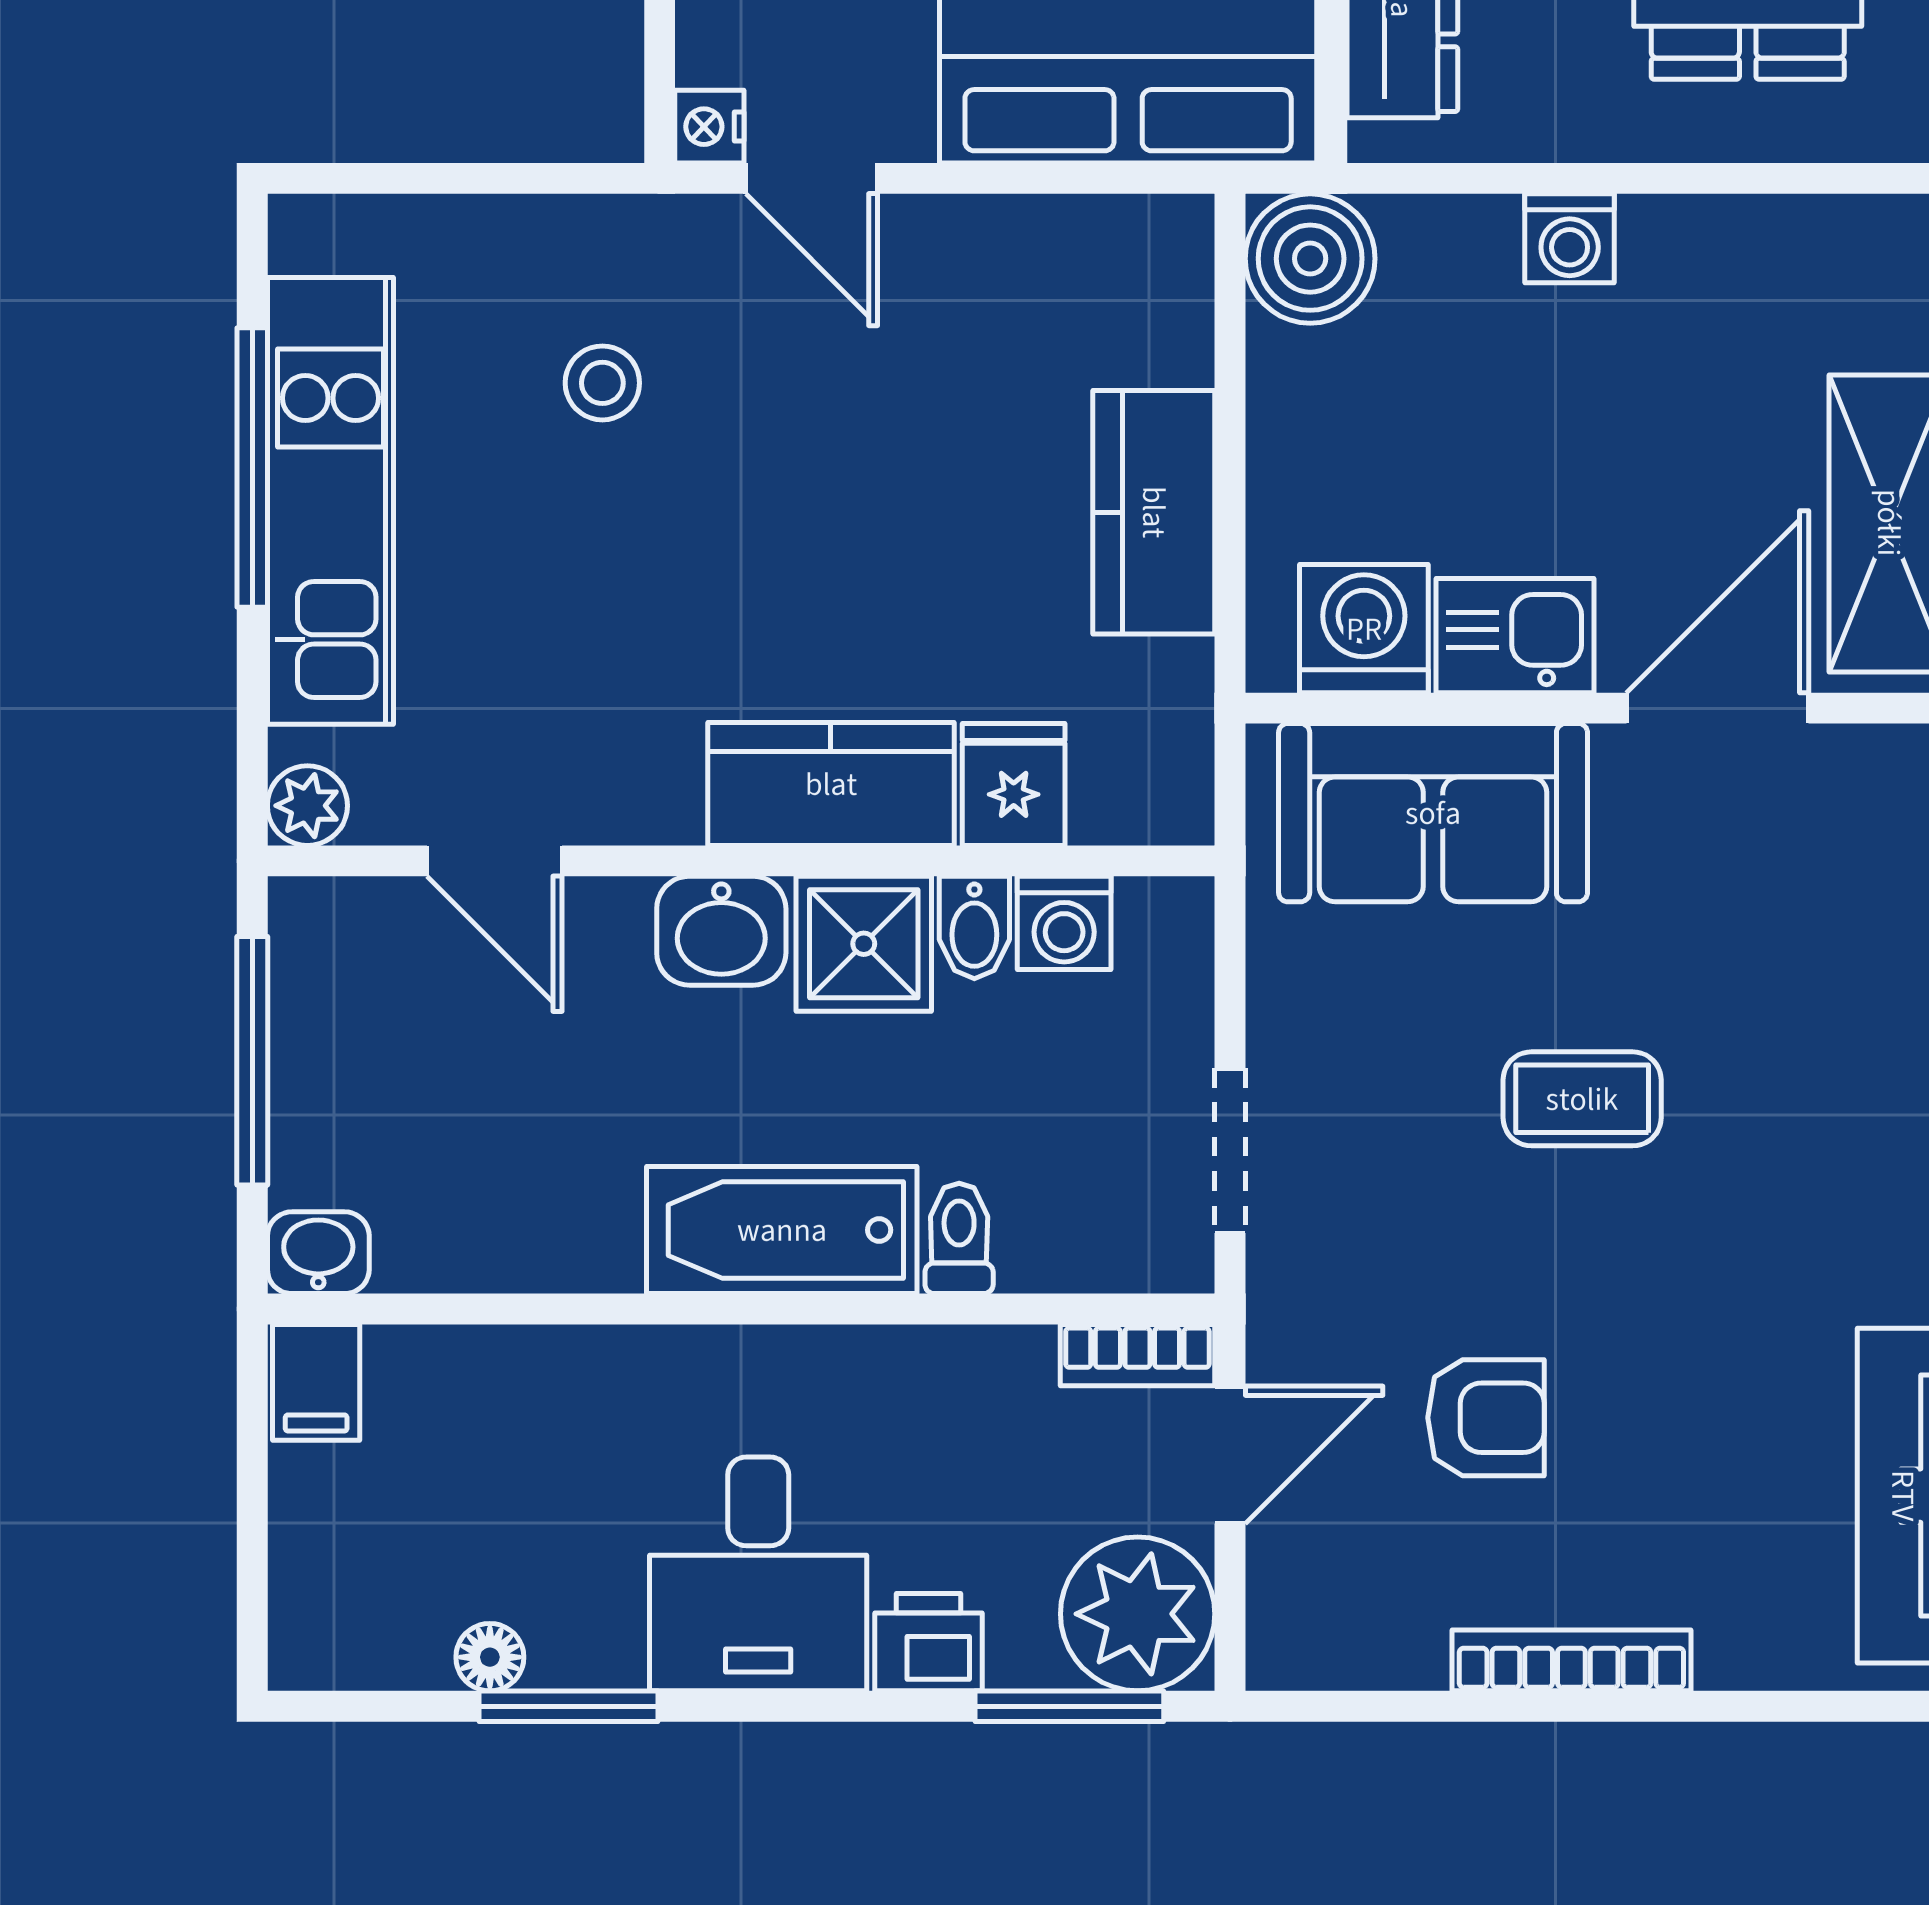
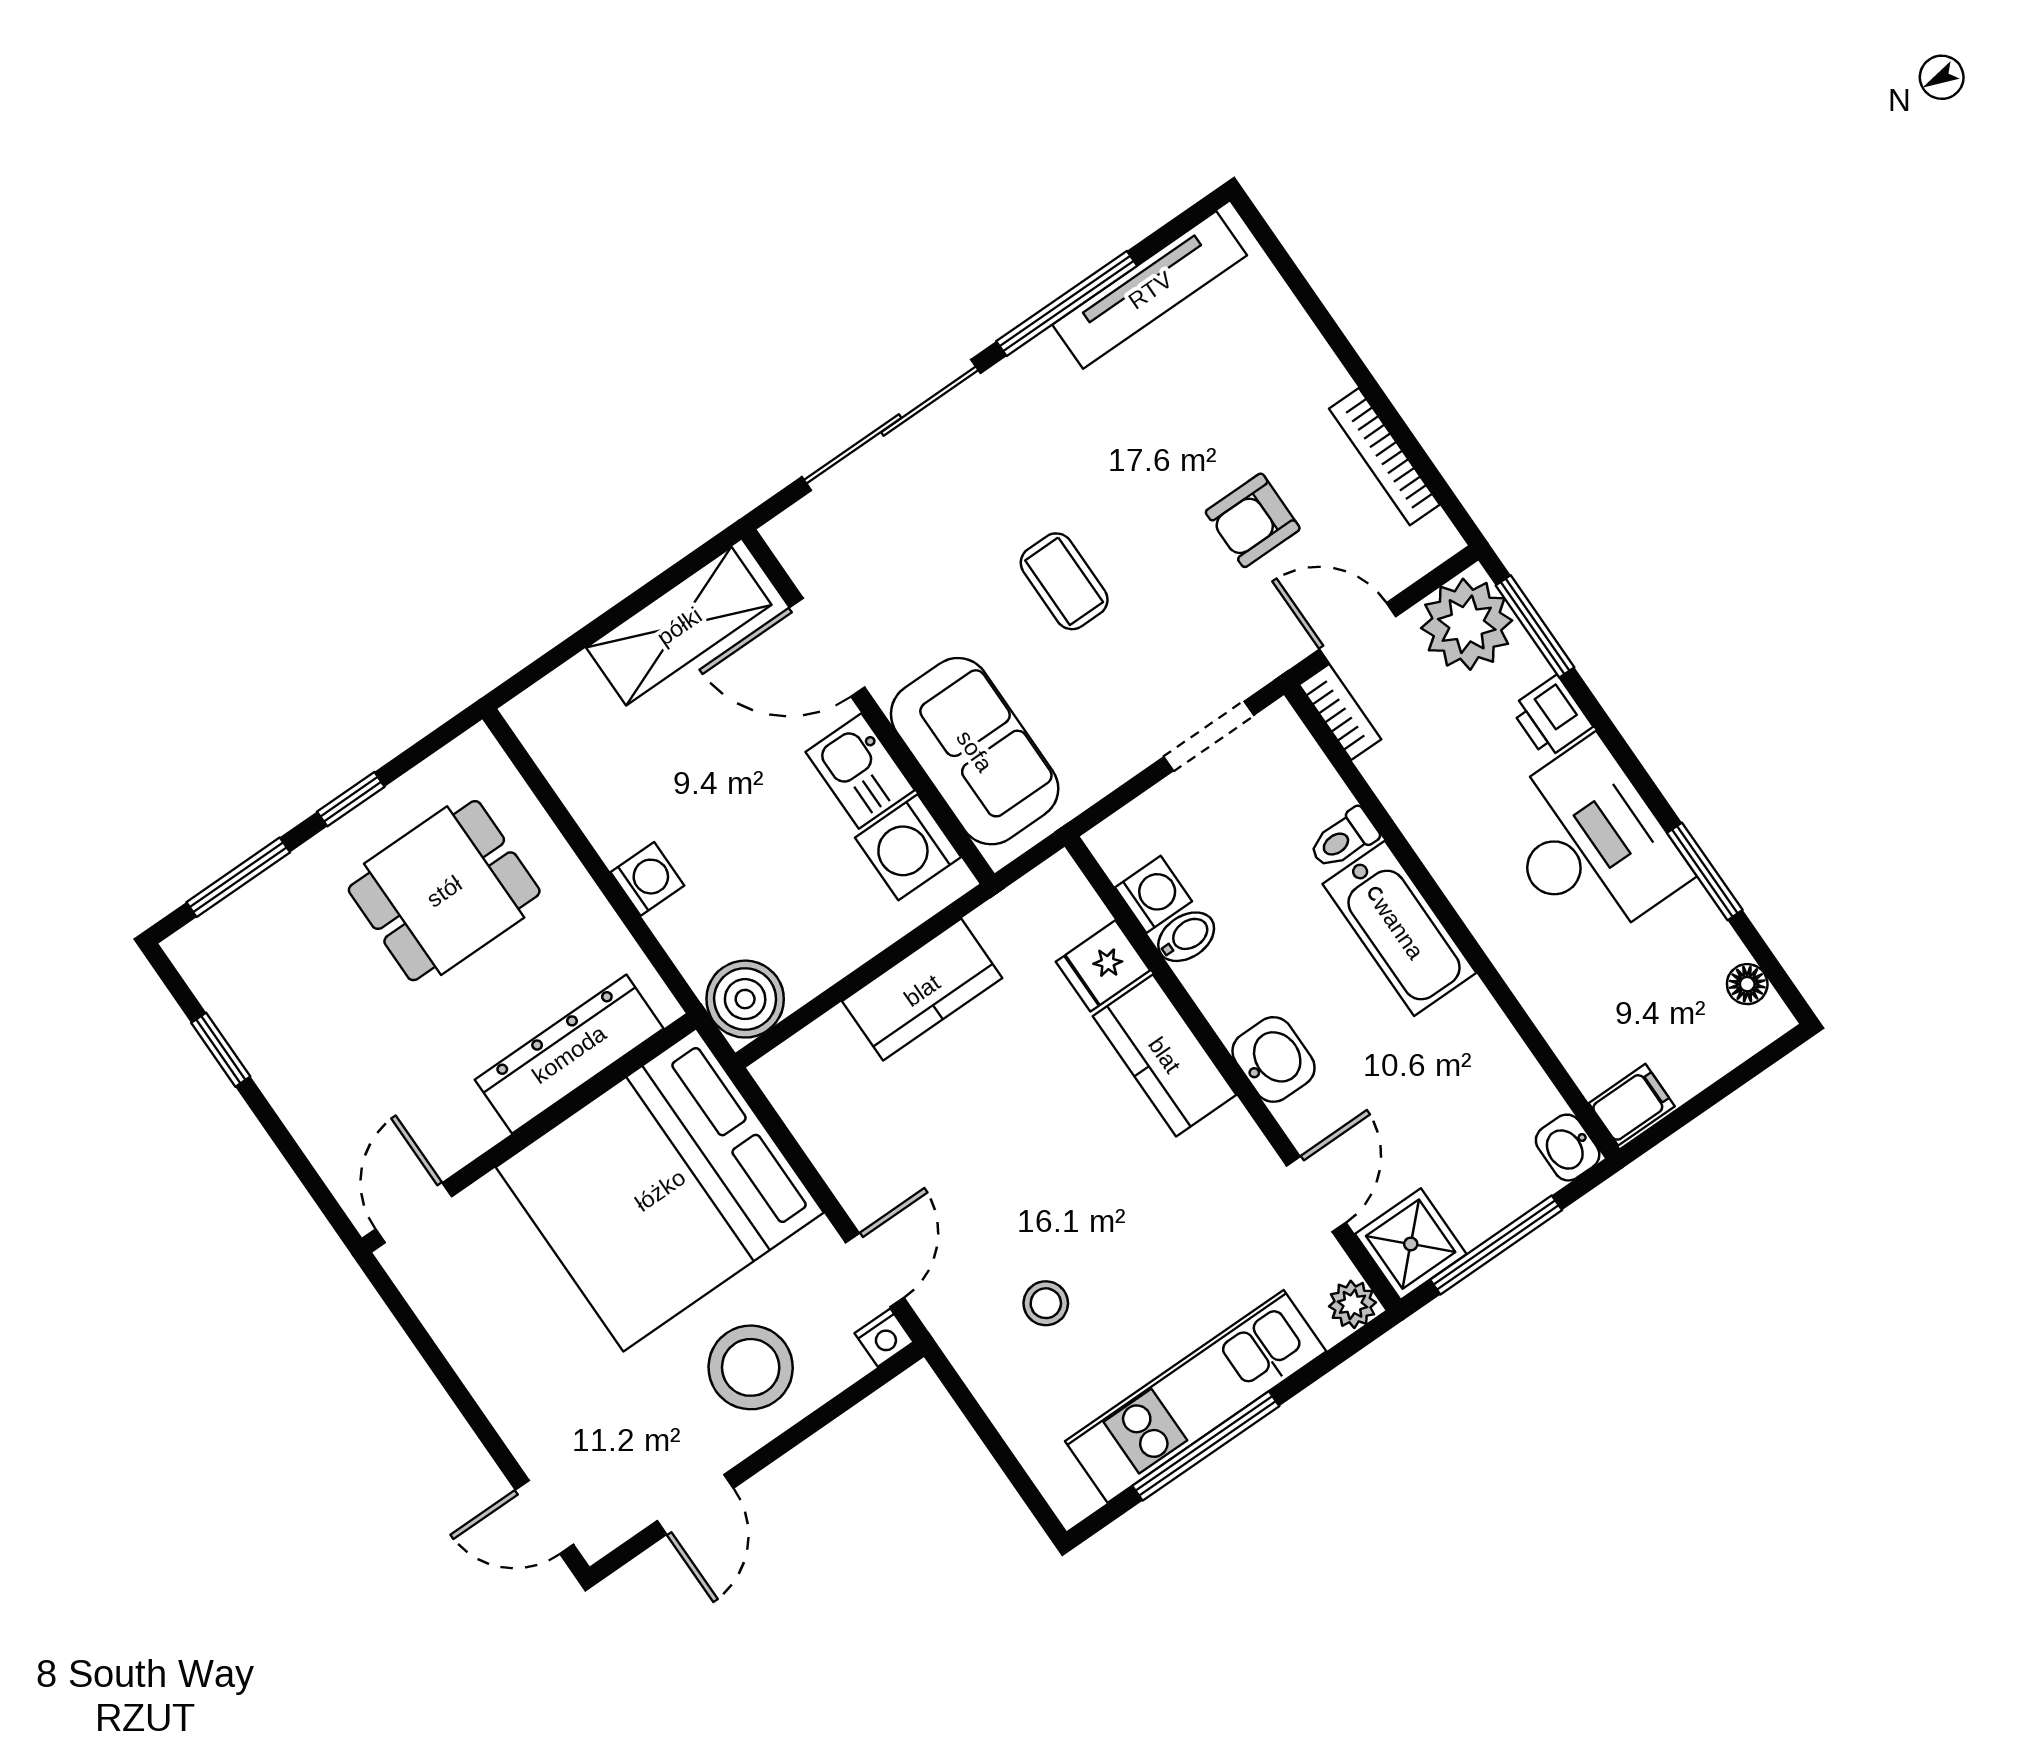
shower: (864, 944) -> (1411, 1244), moved
armchair: (1486, 1418) -> (1253, 520), turned -90
desk: (758, 1574) -> (1589, 843), width x1.37
floor lamp: (490, 1657) -> (1747, 984), moved
bookcase: (1571, 1660) -> (1384, 457), moved

